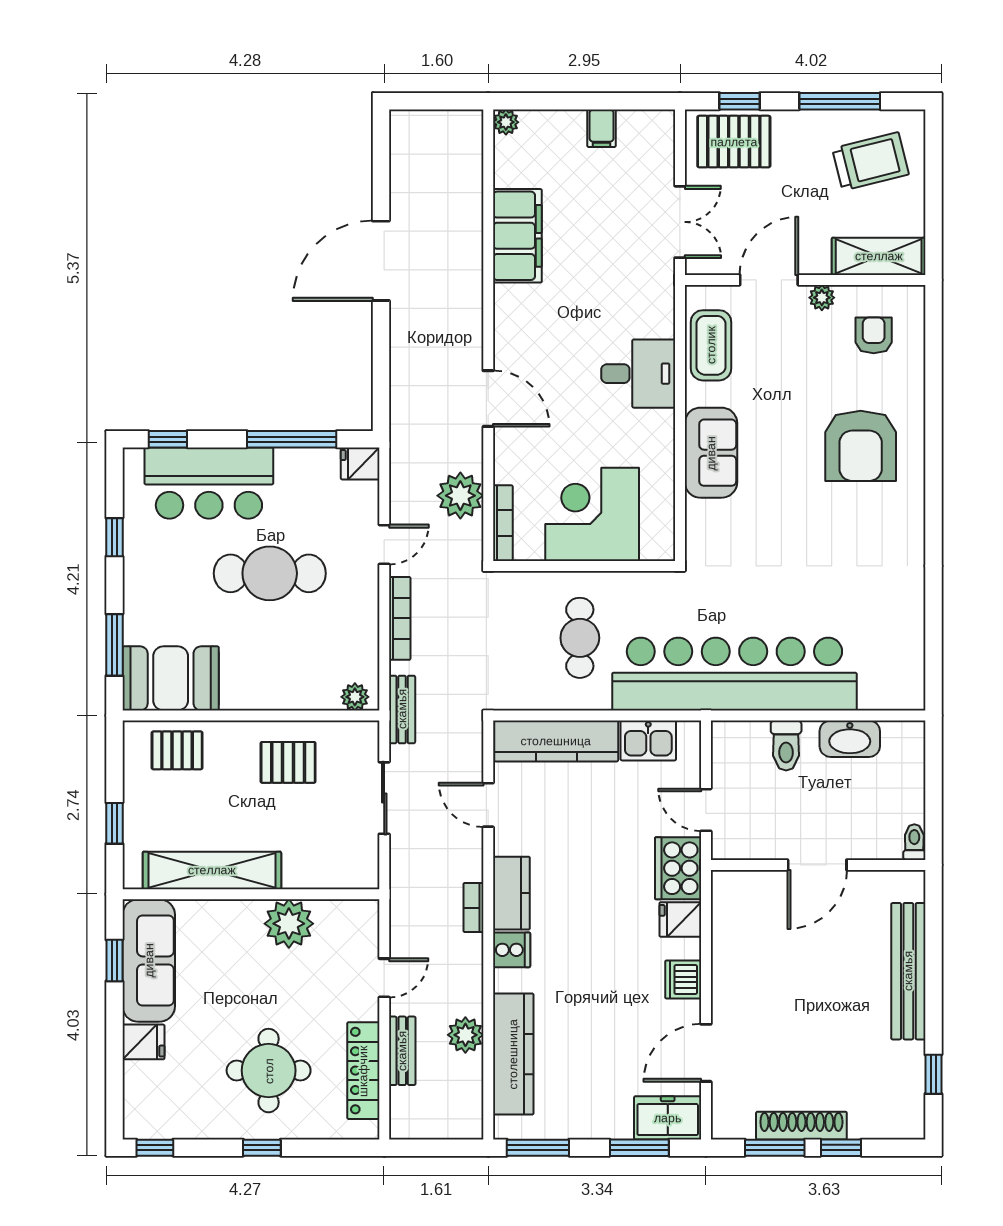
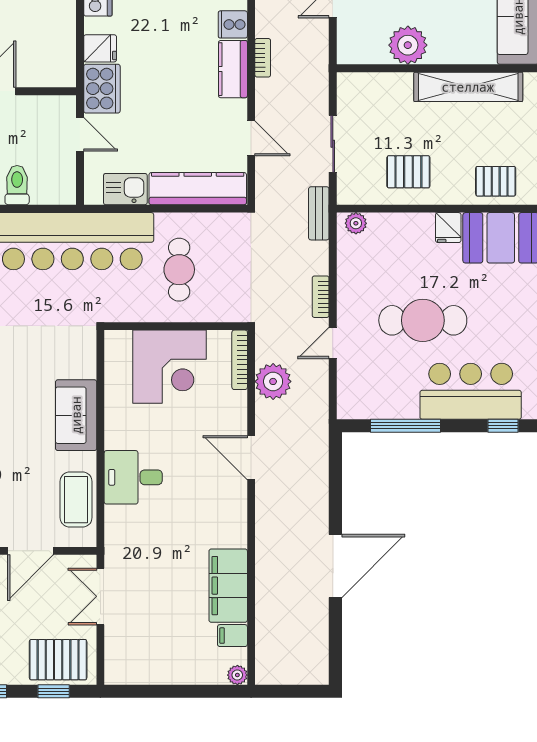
filing cabinet: (602, 128) -> (232, 636), moved, turned -90
fridge: (360, 463) -> (448, 228), moved, turned 90
bookcase: (400, 618) -> (321, 297), width x0.64

